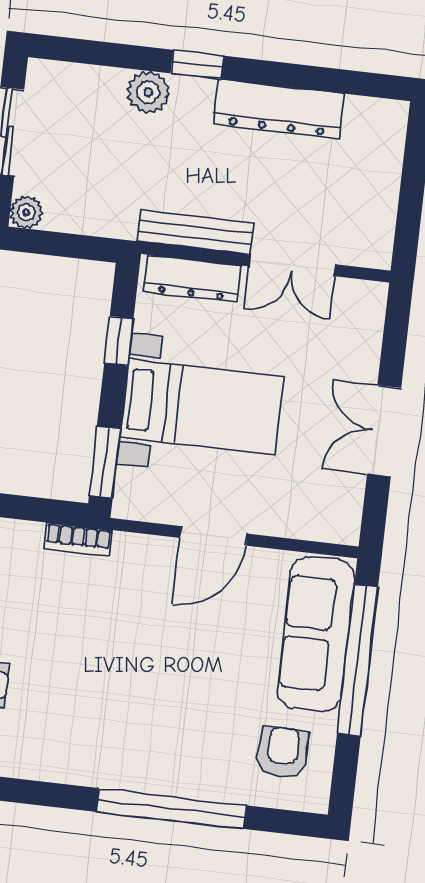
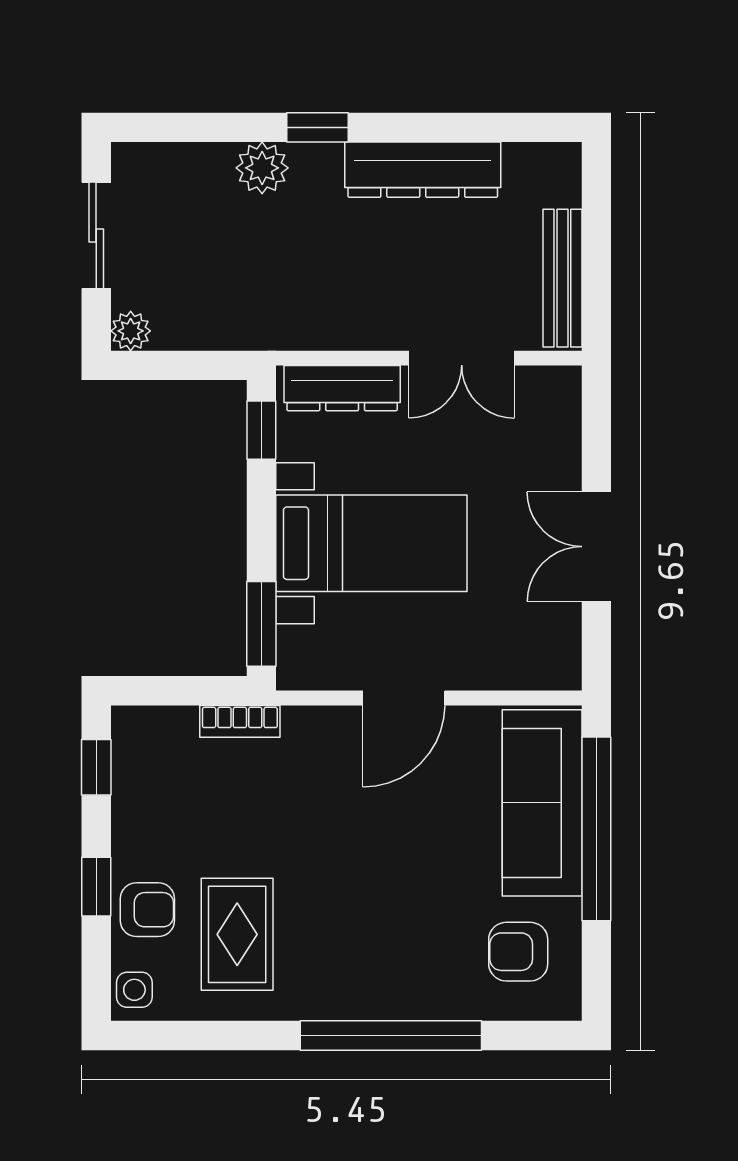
bench: (195, 232) -> (562, 278), moved, turned 90
window: (119, 341) -> (261, 430), moved
rug: (56, 712) -> (237, 934), added
armchair: (283, 752) -> (518, 952), turned -90

